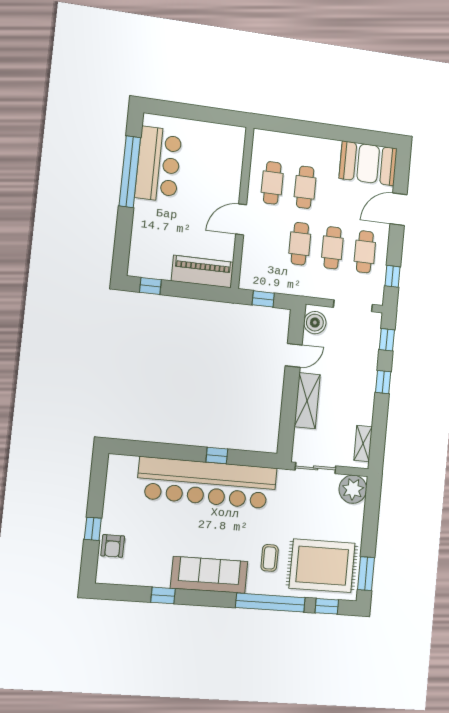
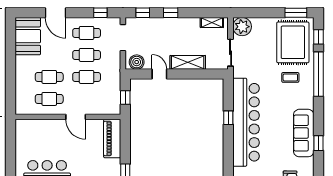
sofa: (209, 575) -> (304, 133), moved

